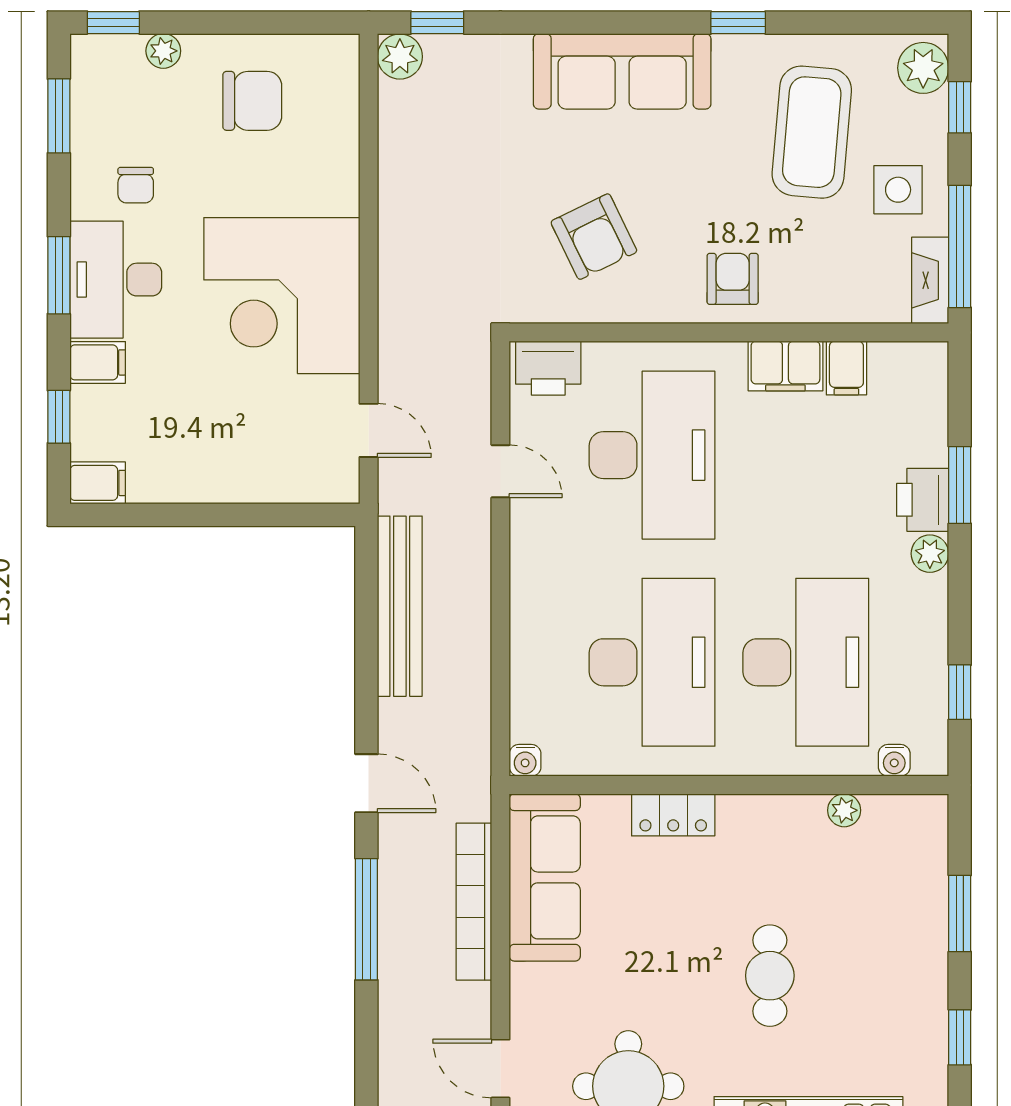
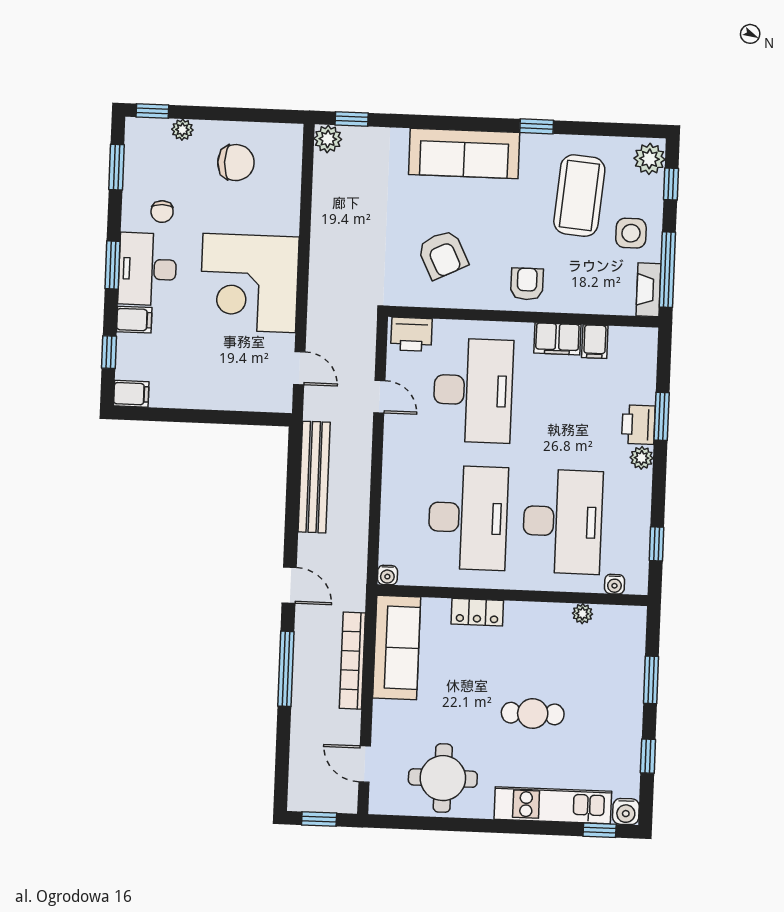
cafe table: (770, 976) -> (533, 714), turned 90

